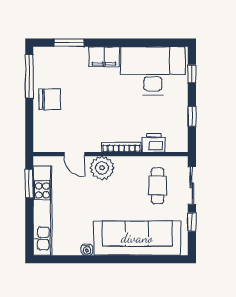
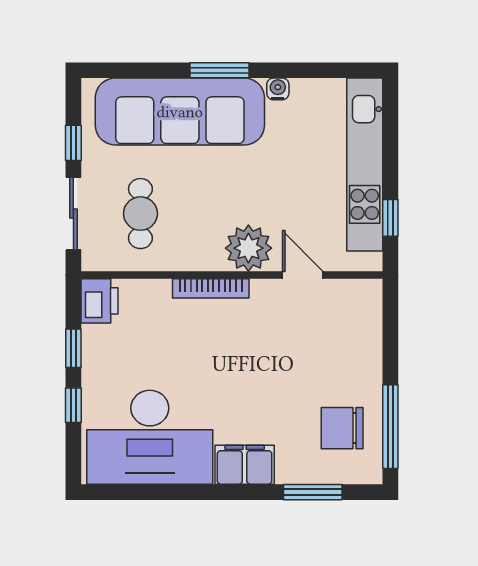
window: (192, 74) -> (73, 405), moved
chair: (50, 99) -> (342, 428), moved
printer: (154, 143) -> (100, 301), moved, turned -90
window: (29, 183) -> (390, 218), width x0.67
window: (117, 259) -> (219, 70), added

